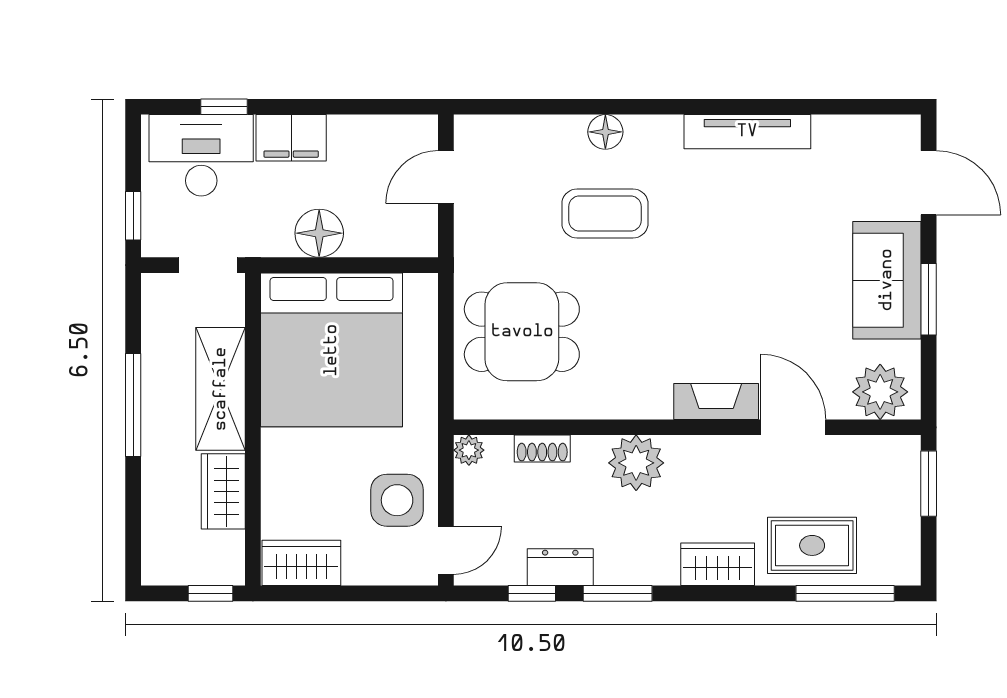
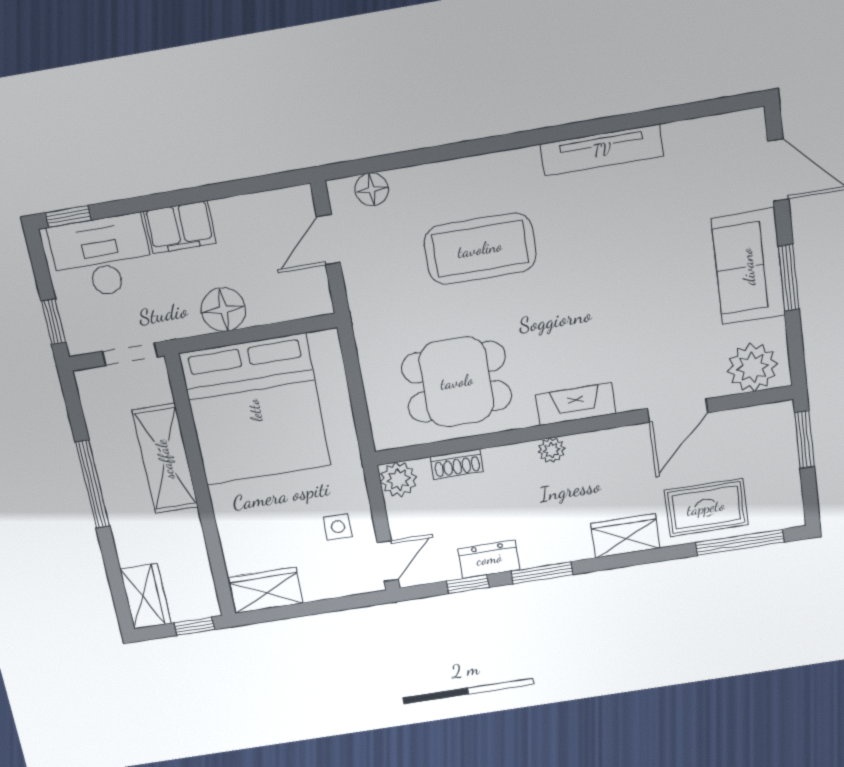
window: (224, 107) -> (68, 216), moved
floor lamp: (605, 132) -> (372, 189), moved
coffee table: (605, 213) -> (480, 249), width x1.36, depth x1.32
dining table: (522, 332) -> (457, 382), moved
fireplace: (716, 401) -> (576, 404), moved
door: (793, 427) -> (678, 411), swing flipped
plant: (469, 450) -> (399, 480), width x1.38, depth x1.38
plant: (636, 463) -> (552, 450), width x0.53, depth x0.53
wardrobe: (223, 491) -> (146, 596), moved, turned 180
side table: (397, 500) -> (338, 527), width x0.54, depth x0.54

